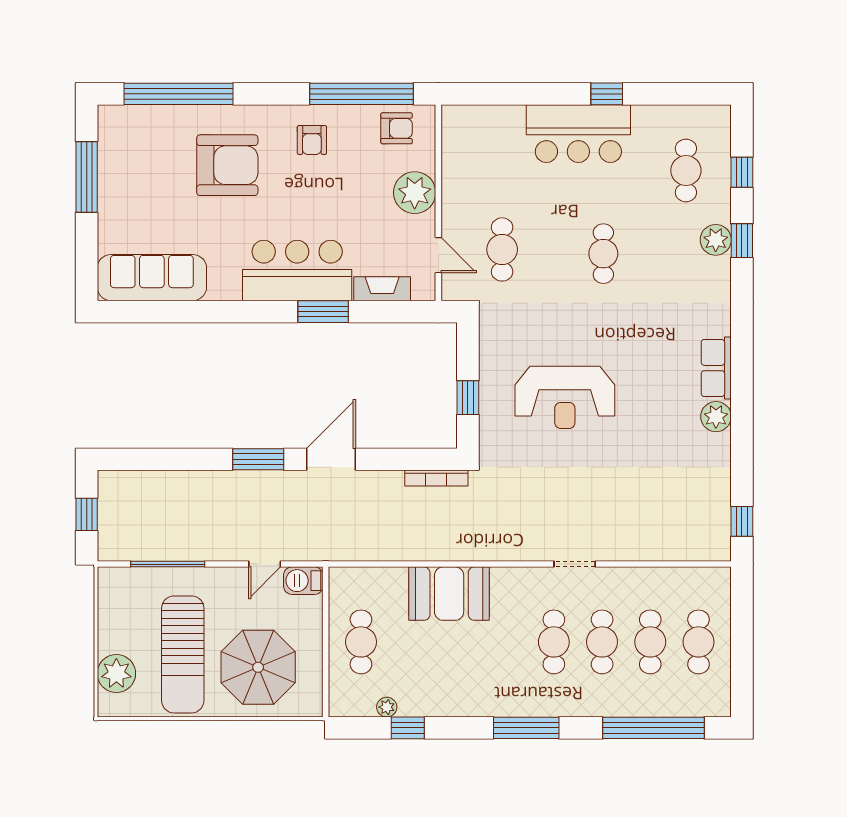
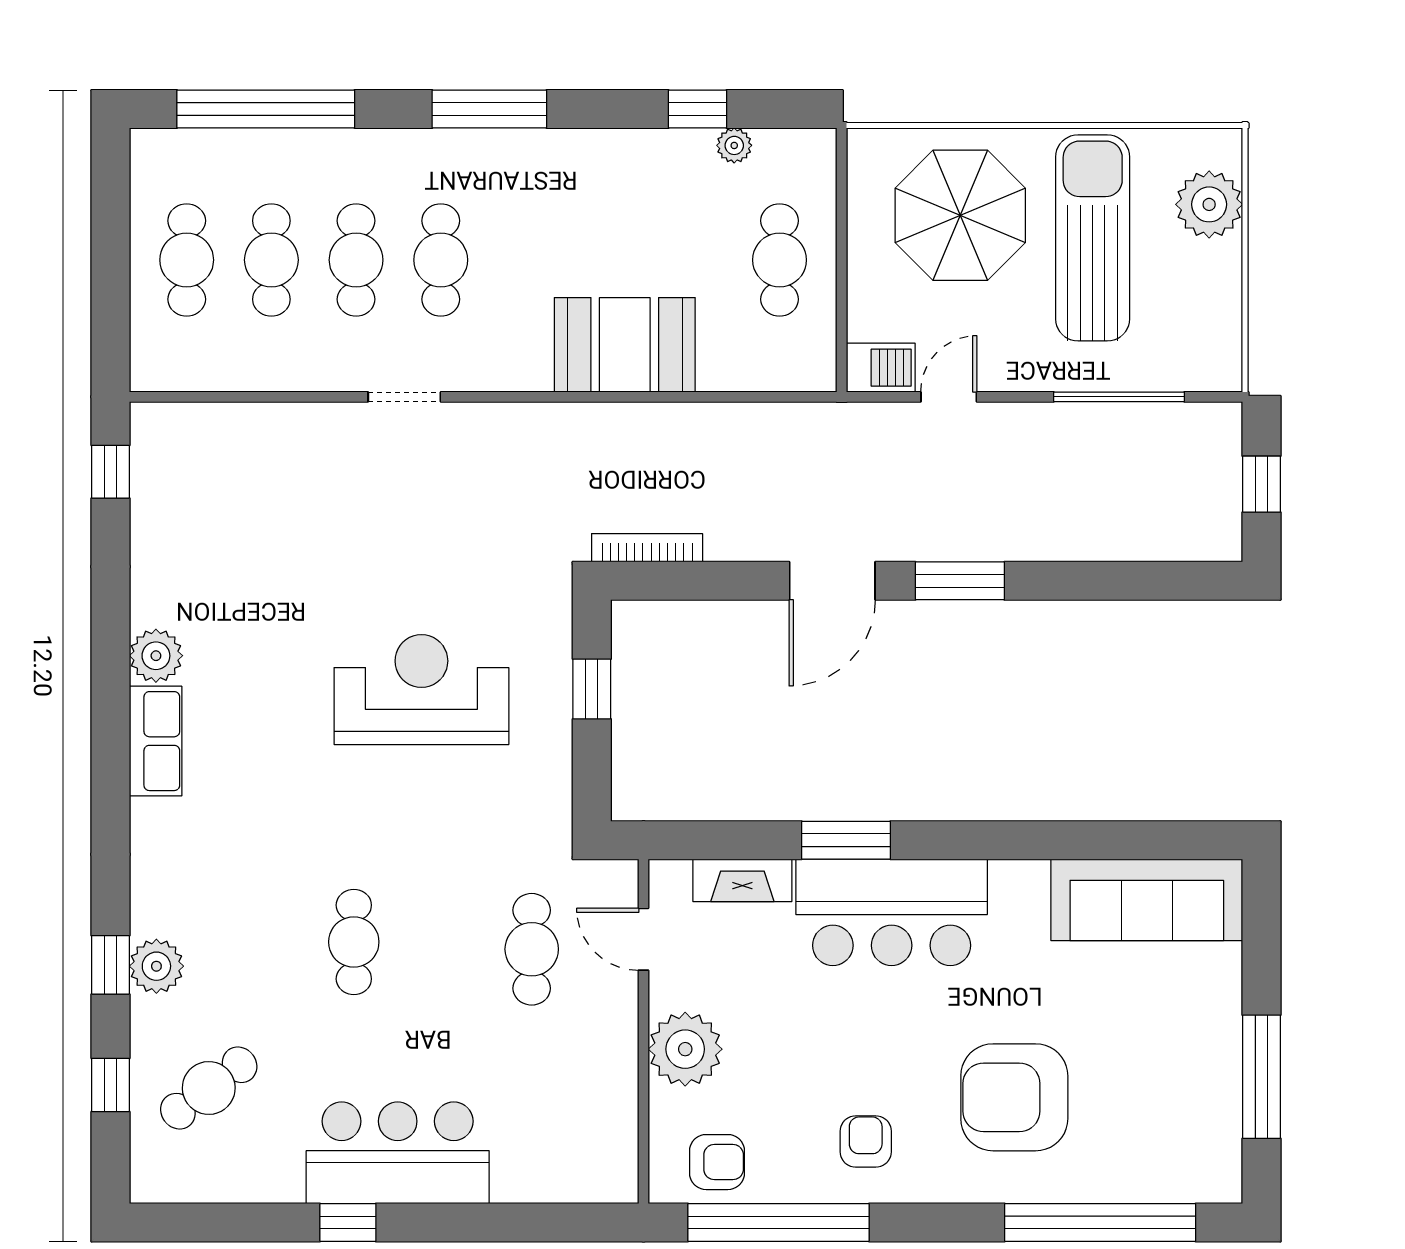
armchair: (397, 128) -> (717, 1162), turned 180
cafe table: (686, 170) -> (209, 1088), turned 53

